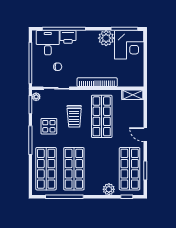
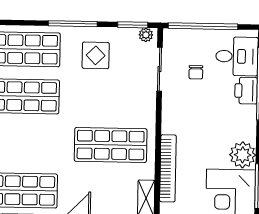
bookcase: (97, 82) -> (168, 168), moved
trolley: (74, 116) -> (112, 99), removed

